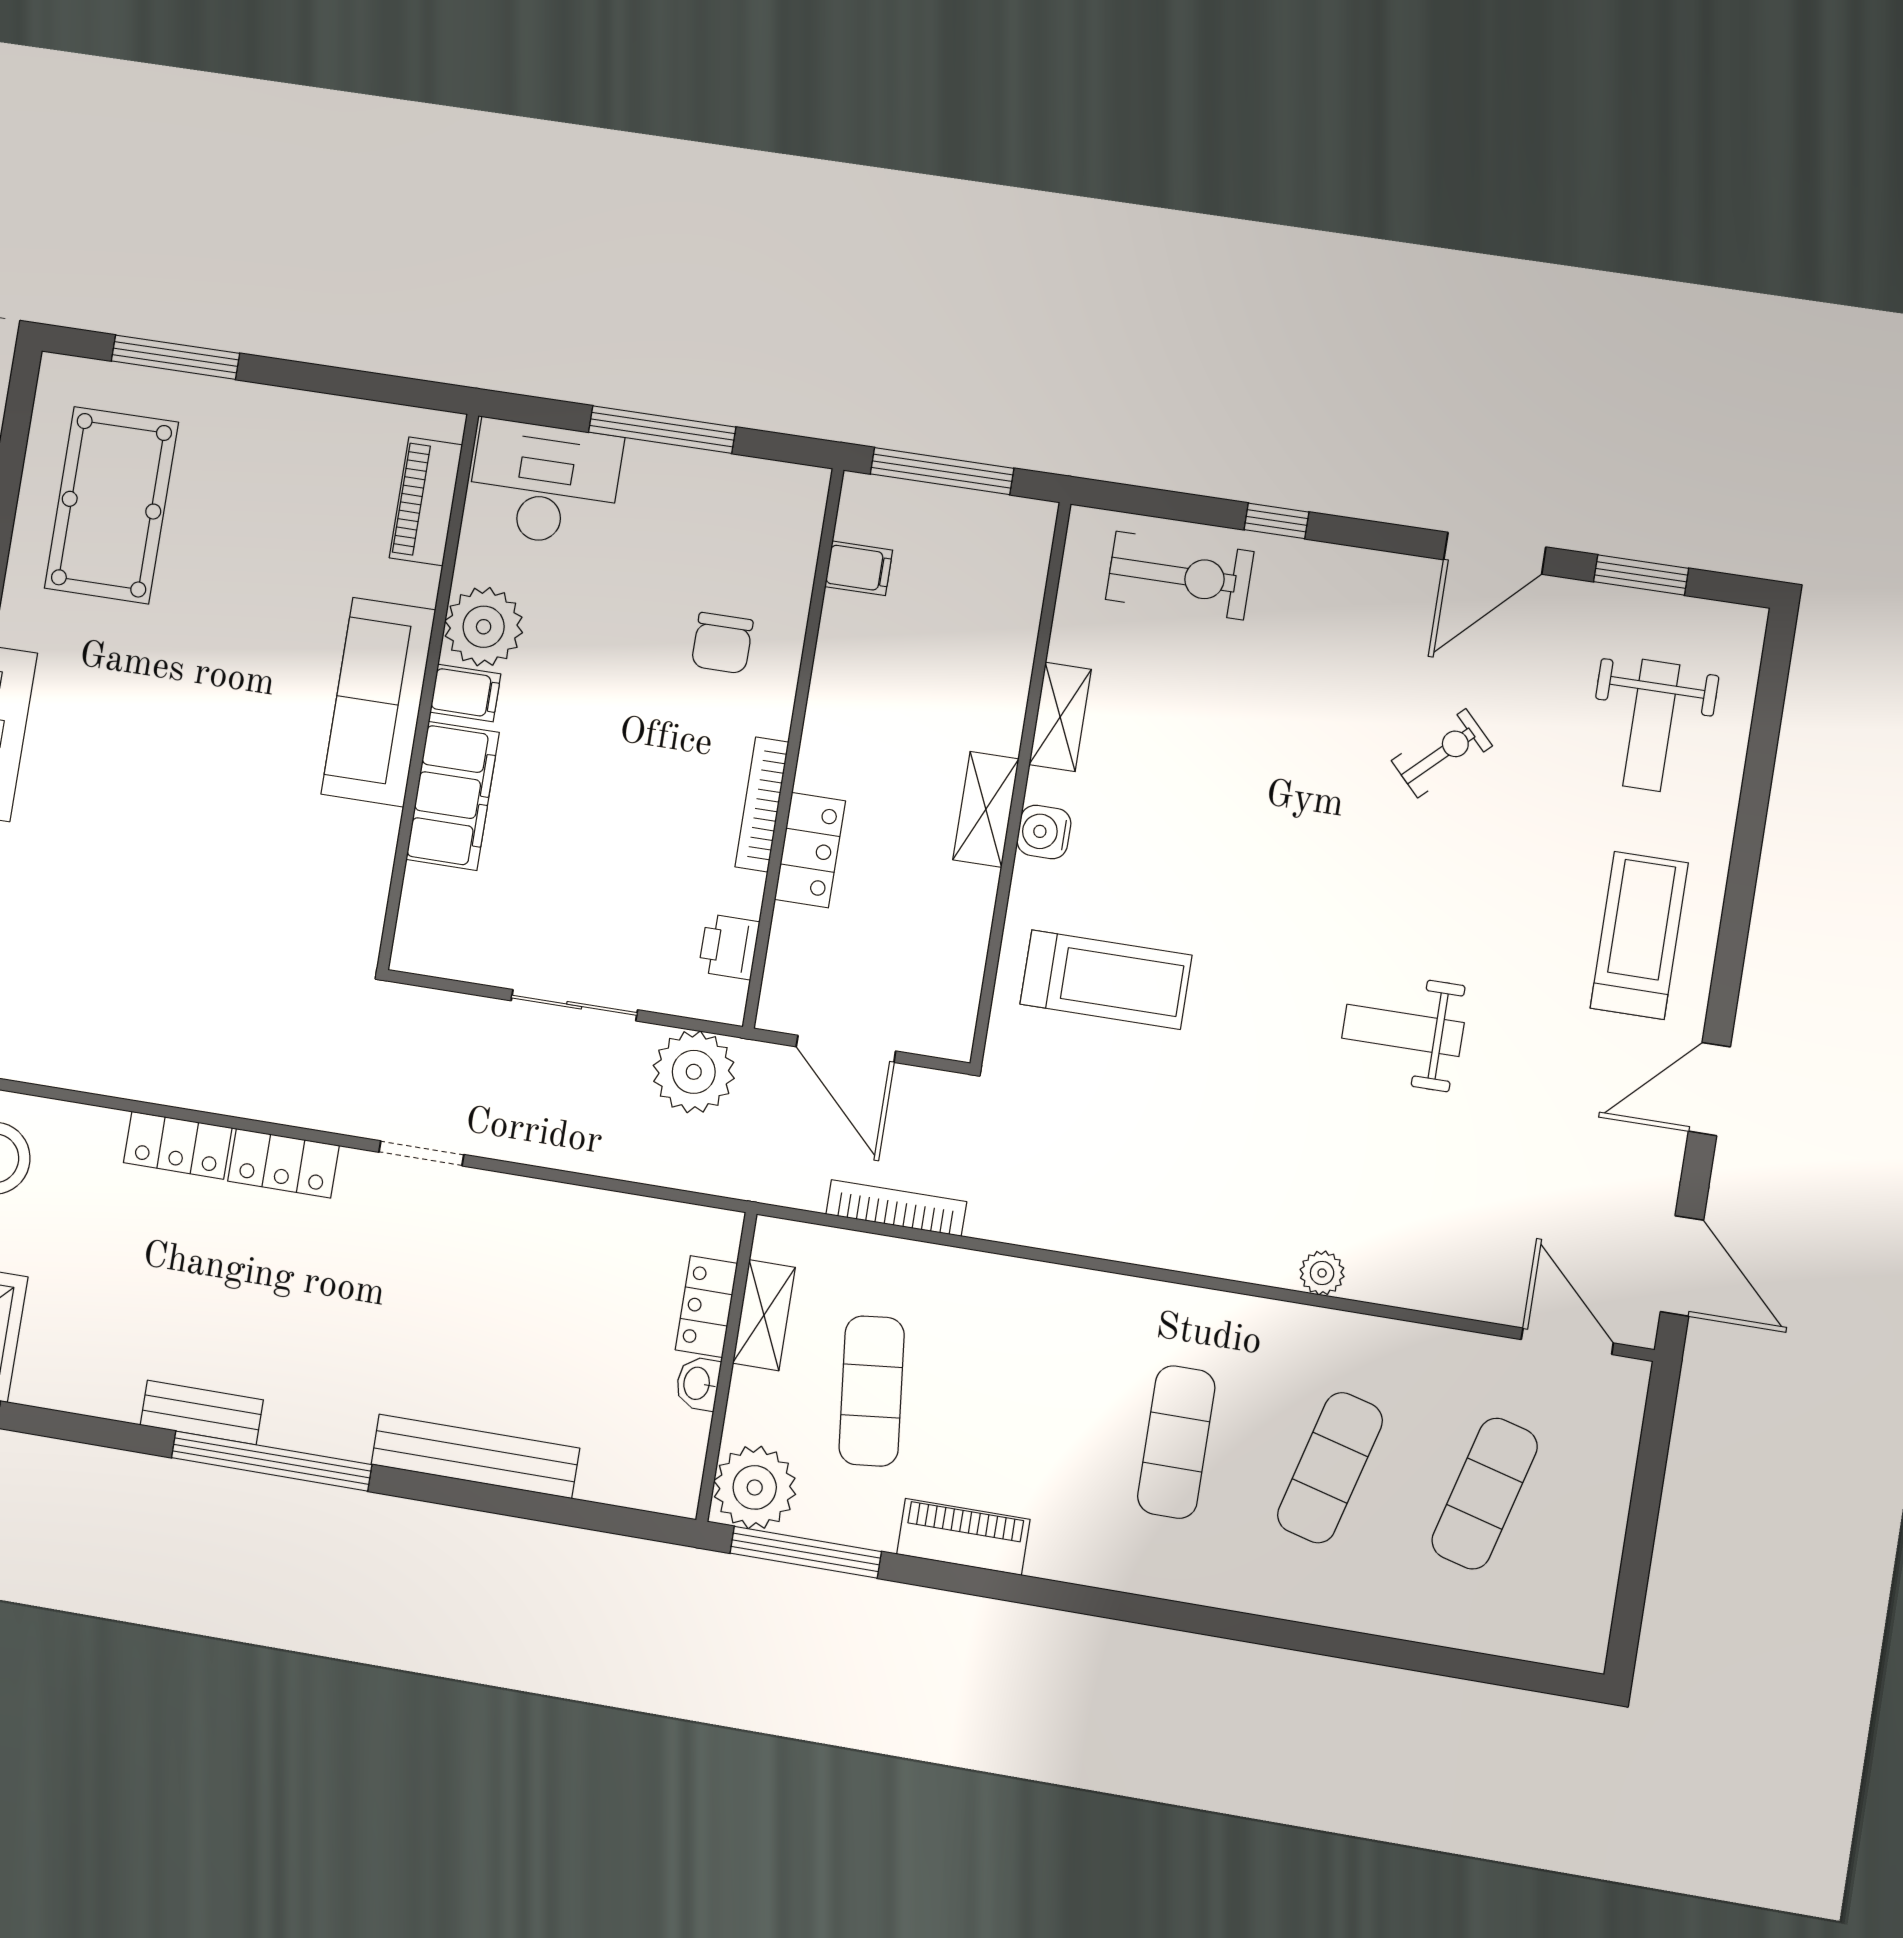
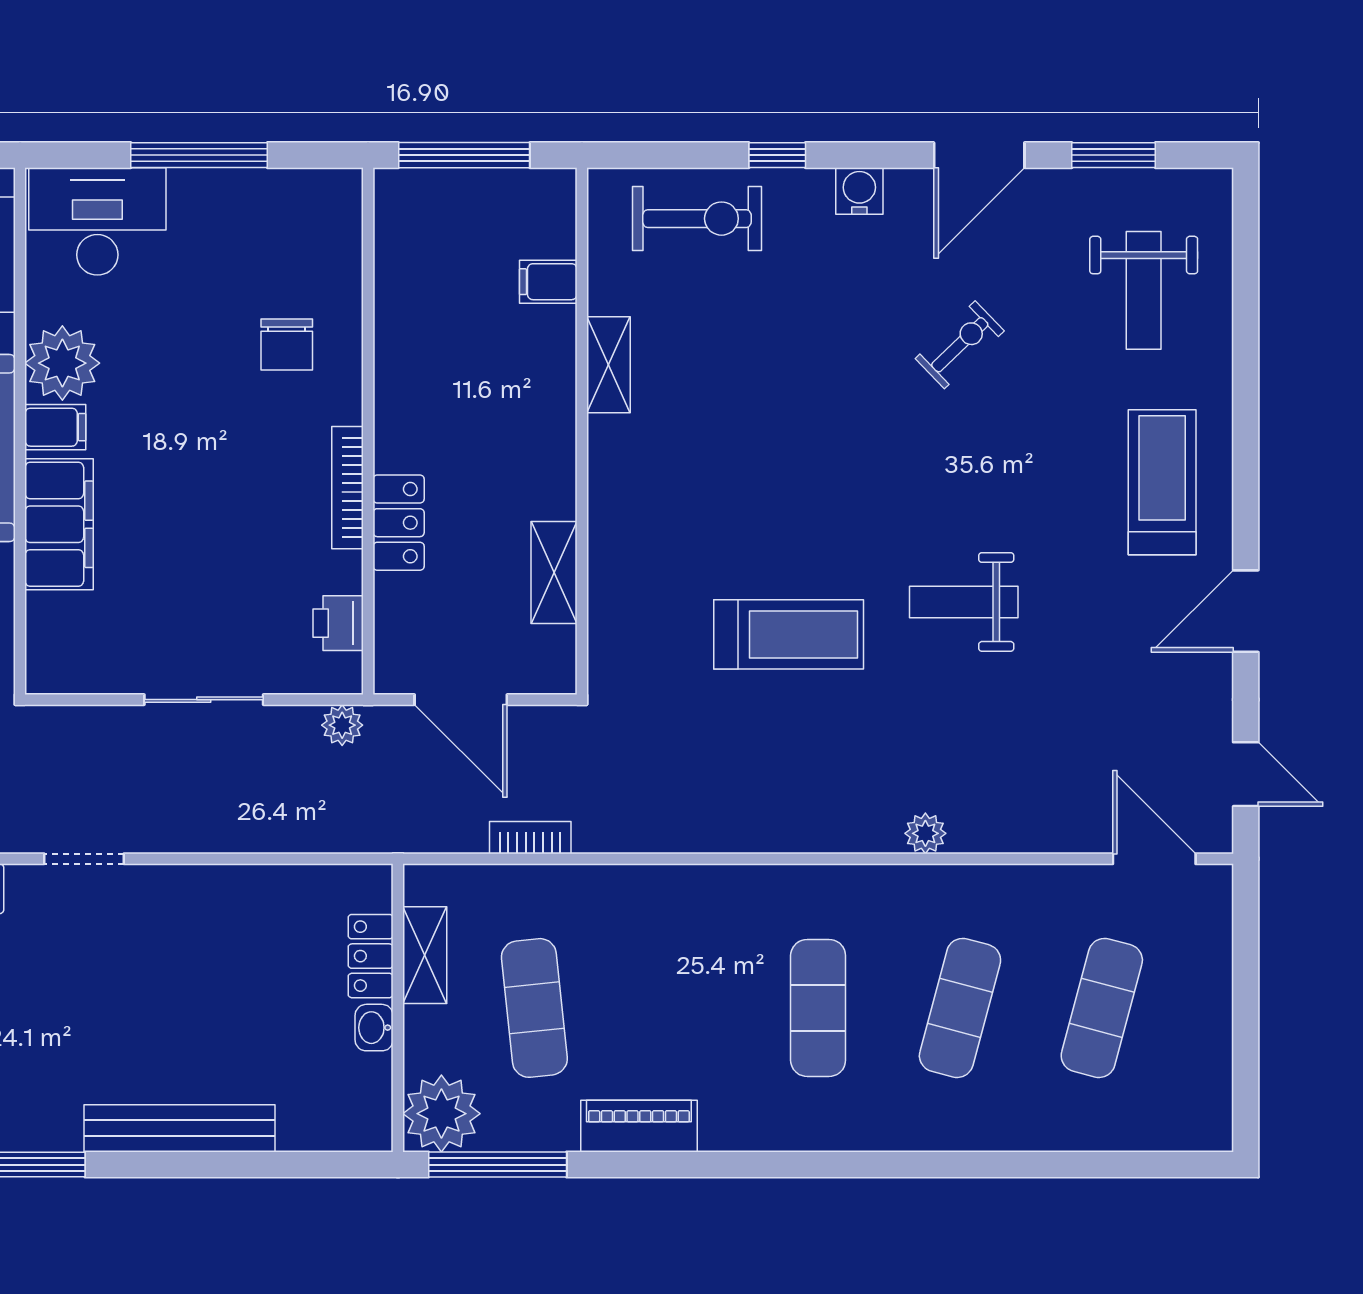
filing cabinet: (859, 568) -> (548, 282), moved, turned 180
shelving: (986, 809) -> (554, 572), moved
water cooler: (1044, 832) -> (859, 191), moved, turned 90
treadmill: (1106, 980) -> (789, 634), moved
plant: (694, 1072) -> (342, 725), width x0.53, depth x0.53
bookcase: (896, 1208) -> (530, 838), width x0.64
door: (1682, 1266) -> (1246, 774), width x0.73

